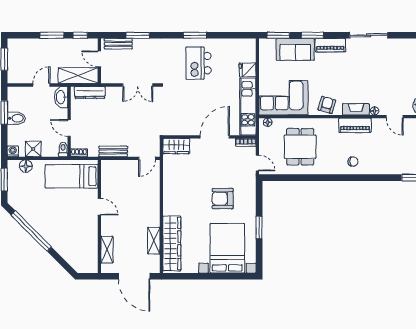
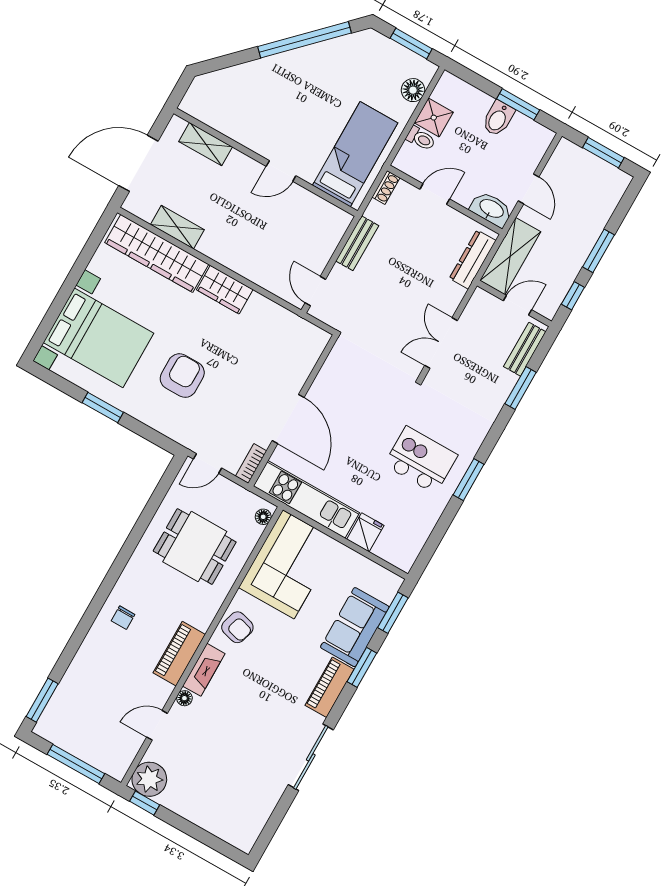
wardrobe: (176, 146) -> (225, 290), moved, turned -90
toilet: (63, 149) -> (421, 139), moved
washing machine: (13, 151) -> (448, 83), removed

